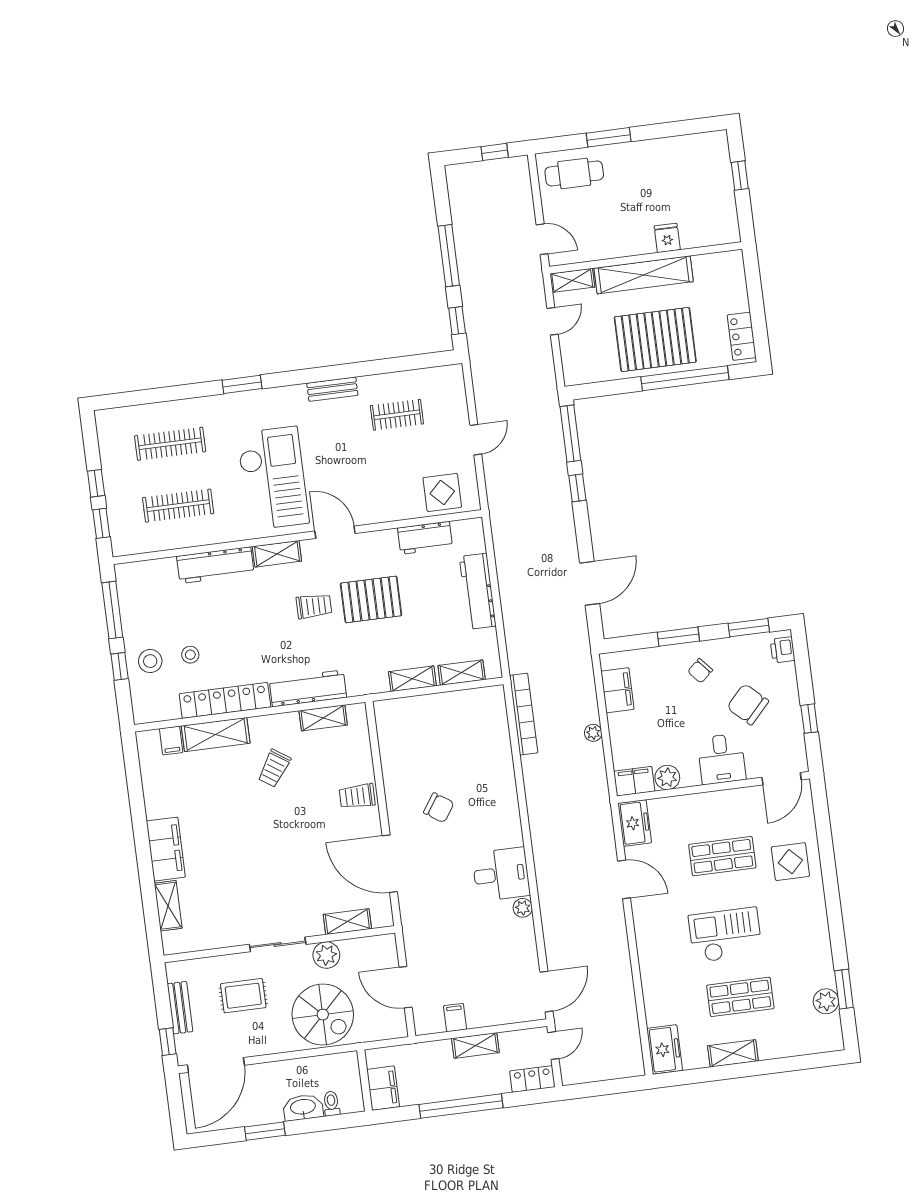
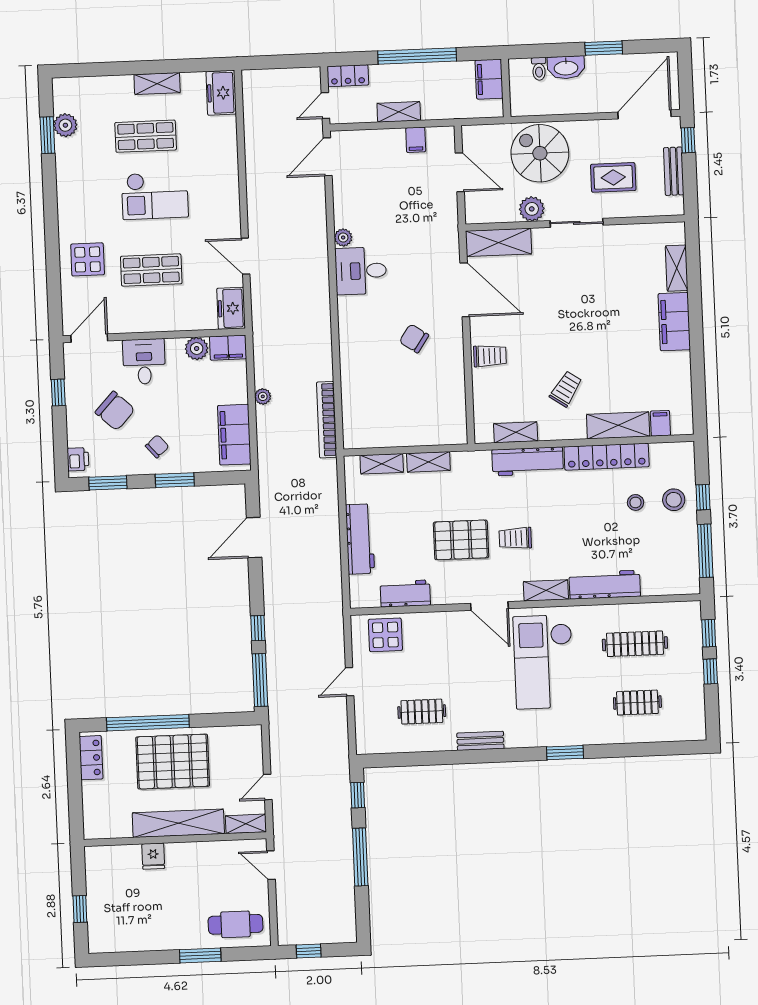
clothes rail: (170, 444) -> (637, 703), width x0.73
filing cabinet: (617, 690) -> (234, 435), width x1.50, depth x1.17
shelving: (347, 922) -> (499, 242), width x1.50, depth x1.33

